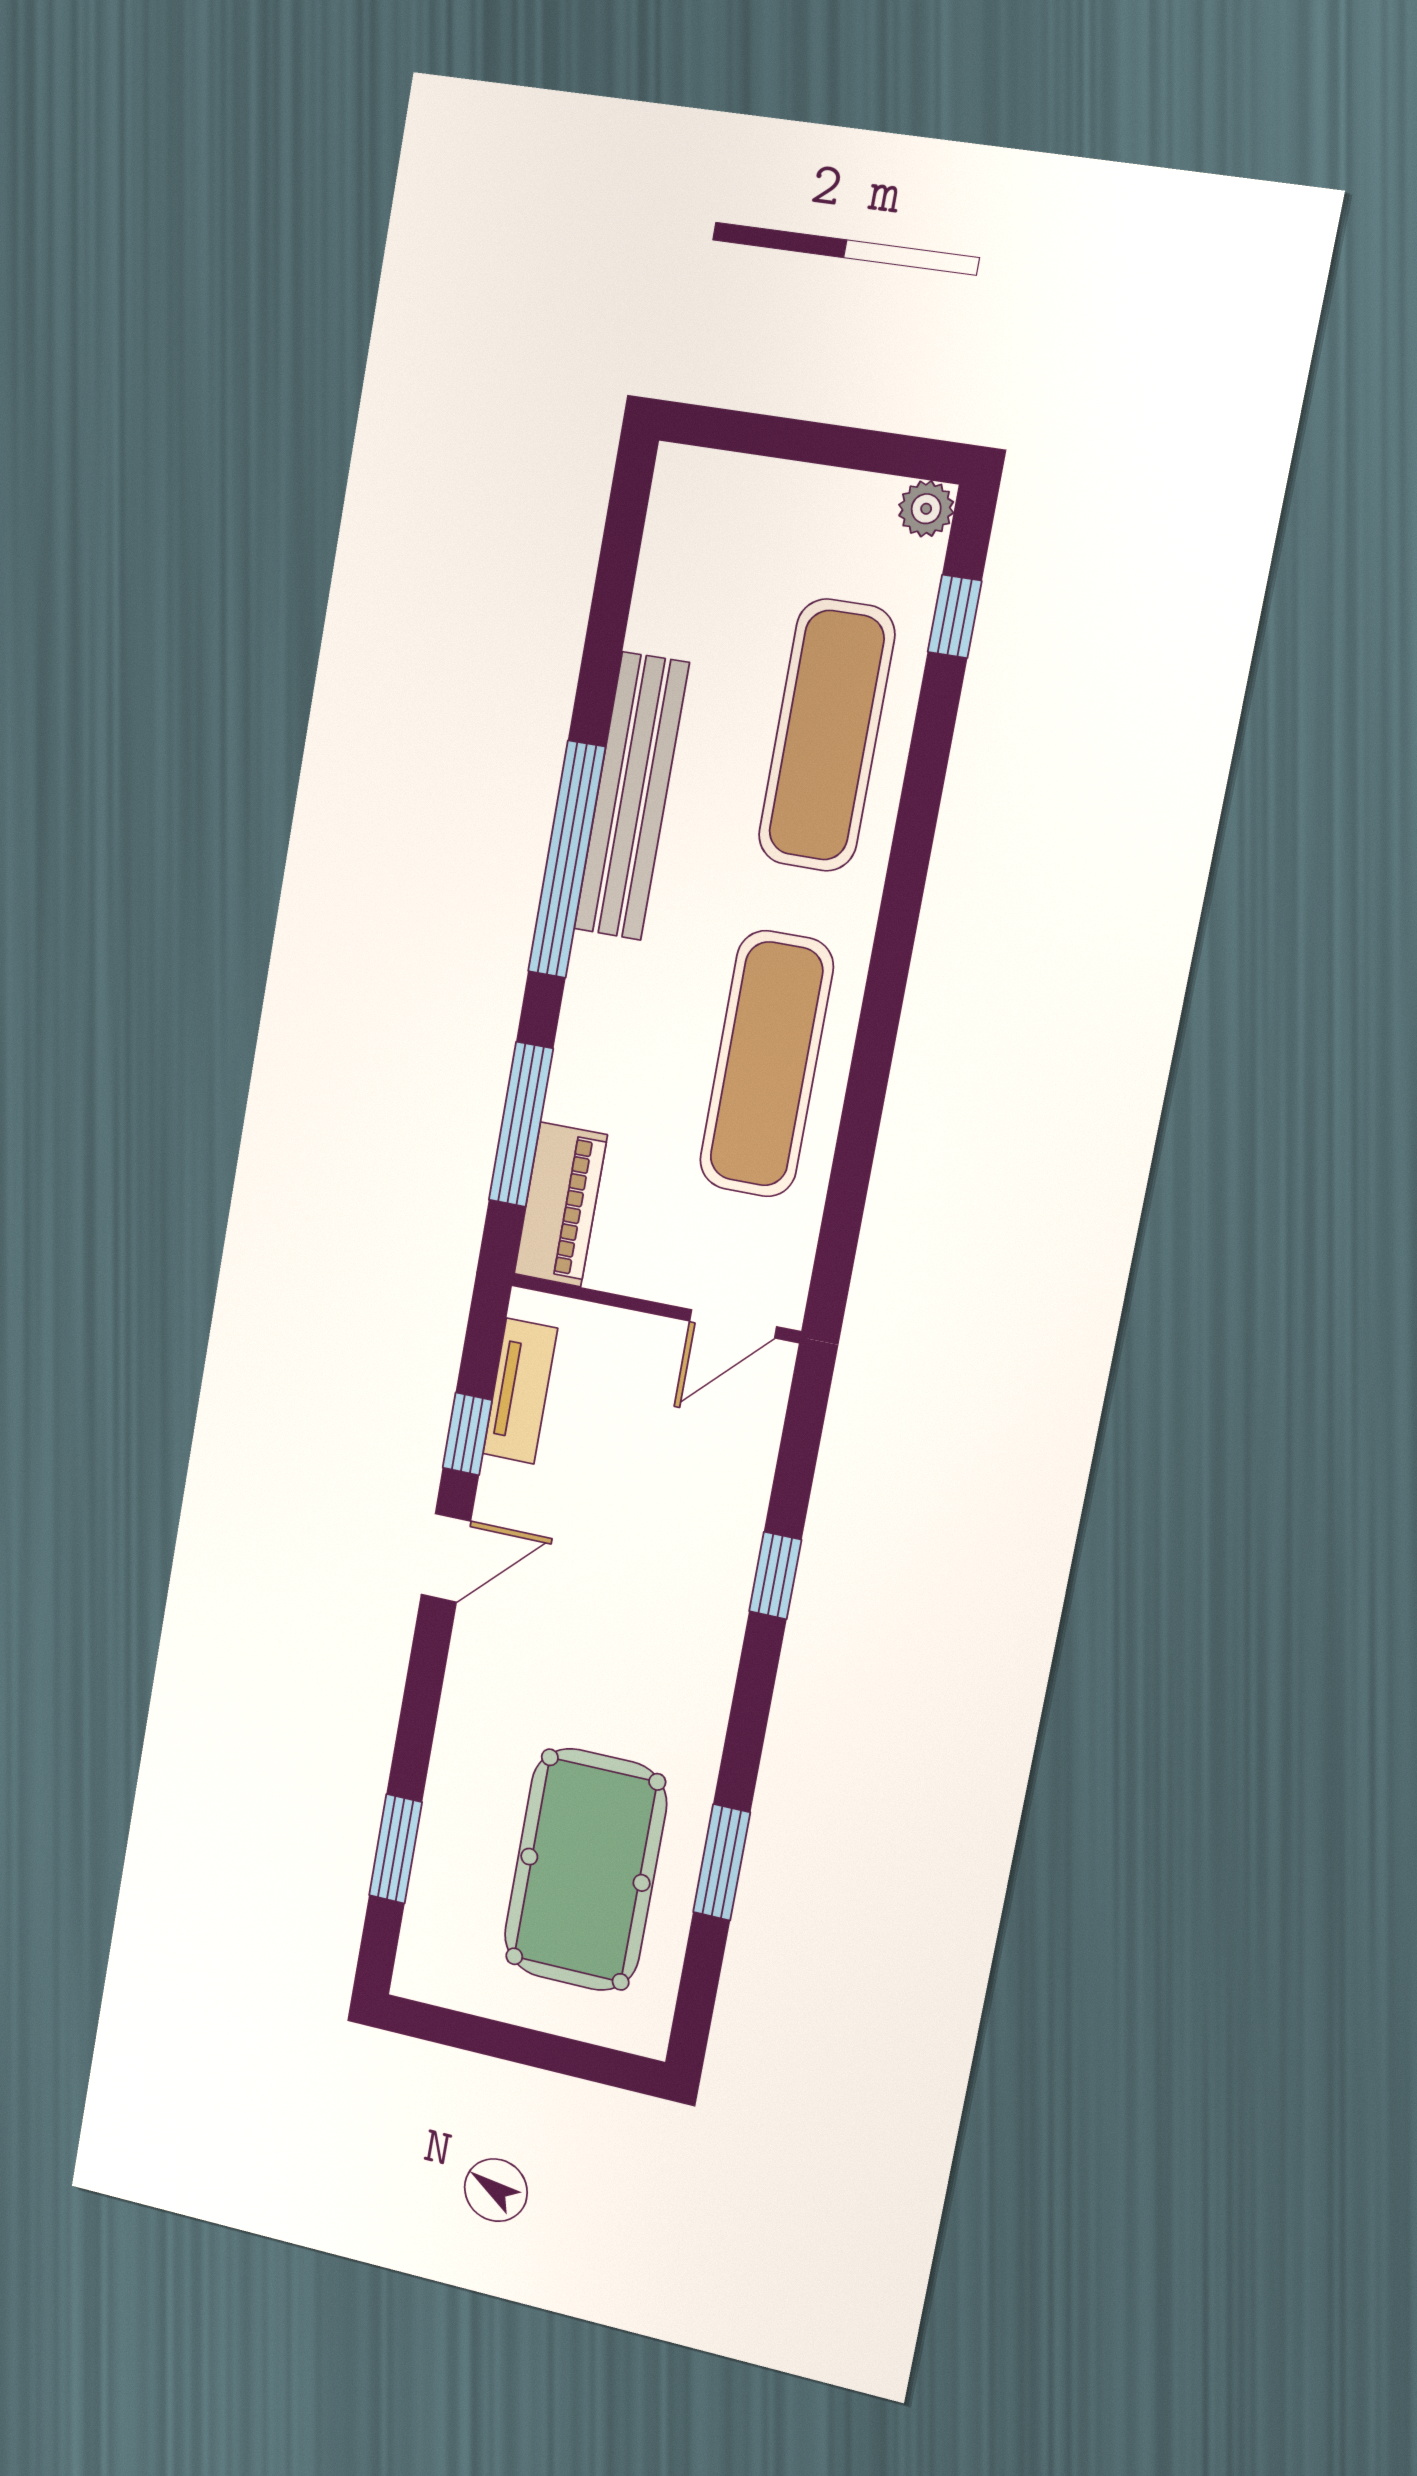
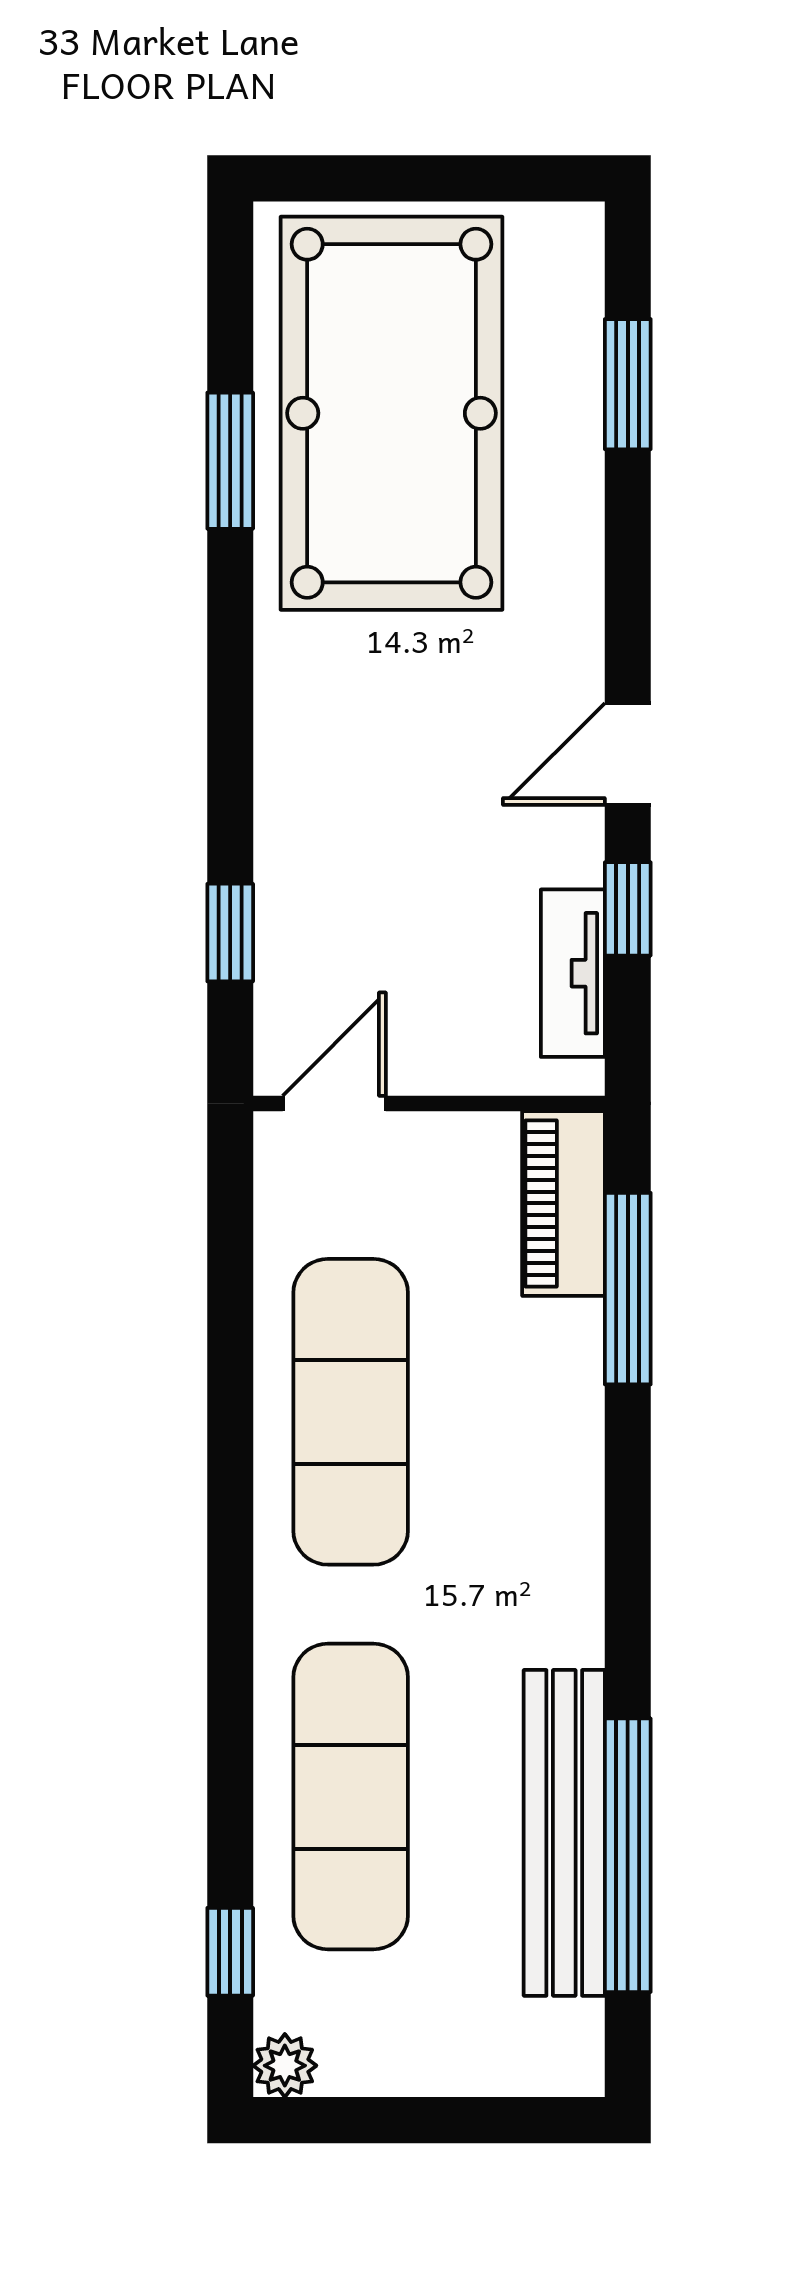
bench: (631, 796) -> (564, 1833), moved
window: (567, 860) -> (628, 1855), moved
window: (775, 1576) -> (230, 933), moved
pool table: (585, 1870) -> (392, 413), width x1.36, depth x1.32

